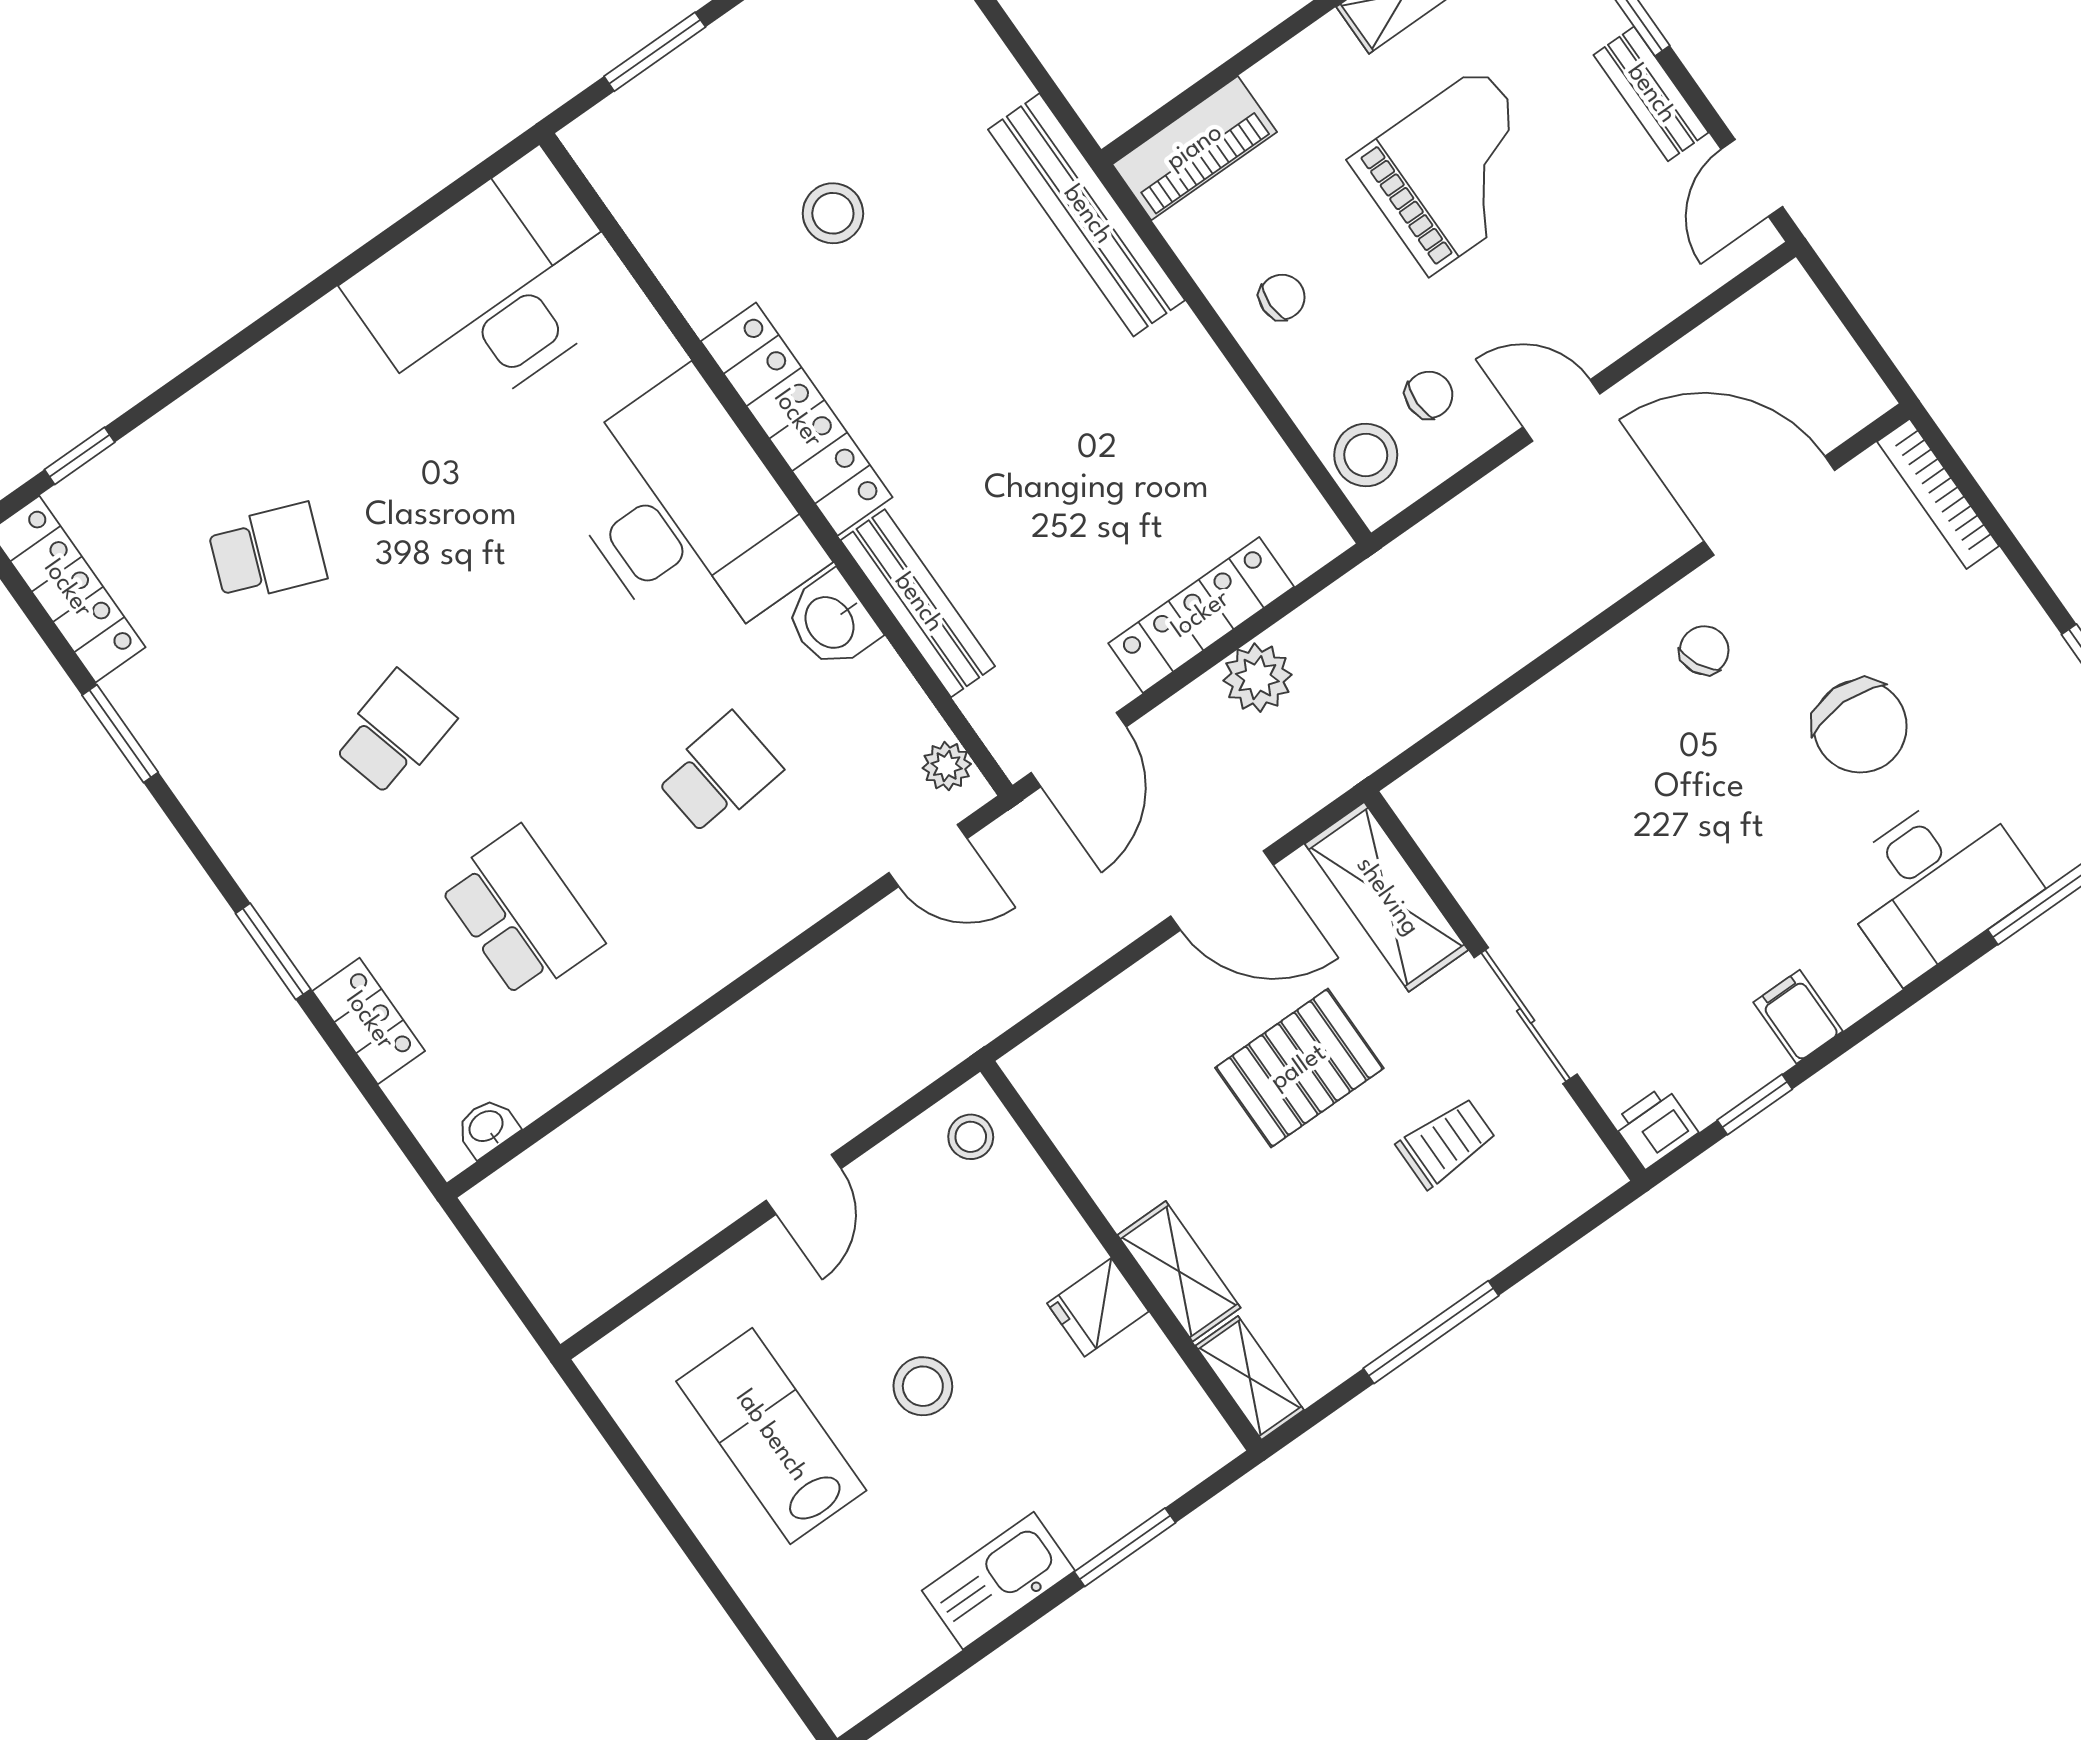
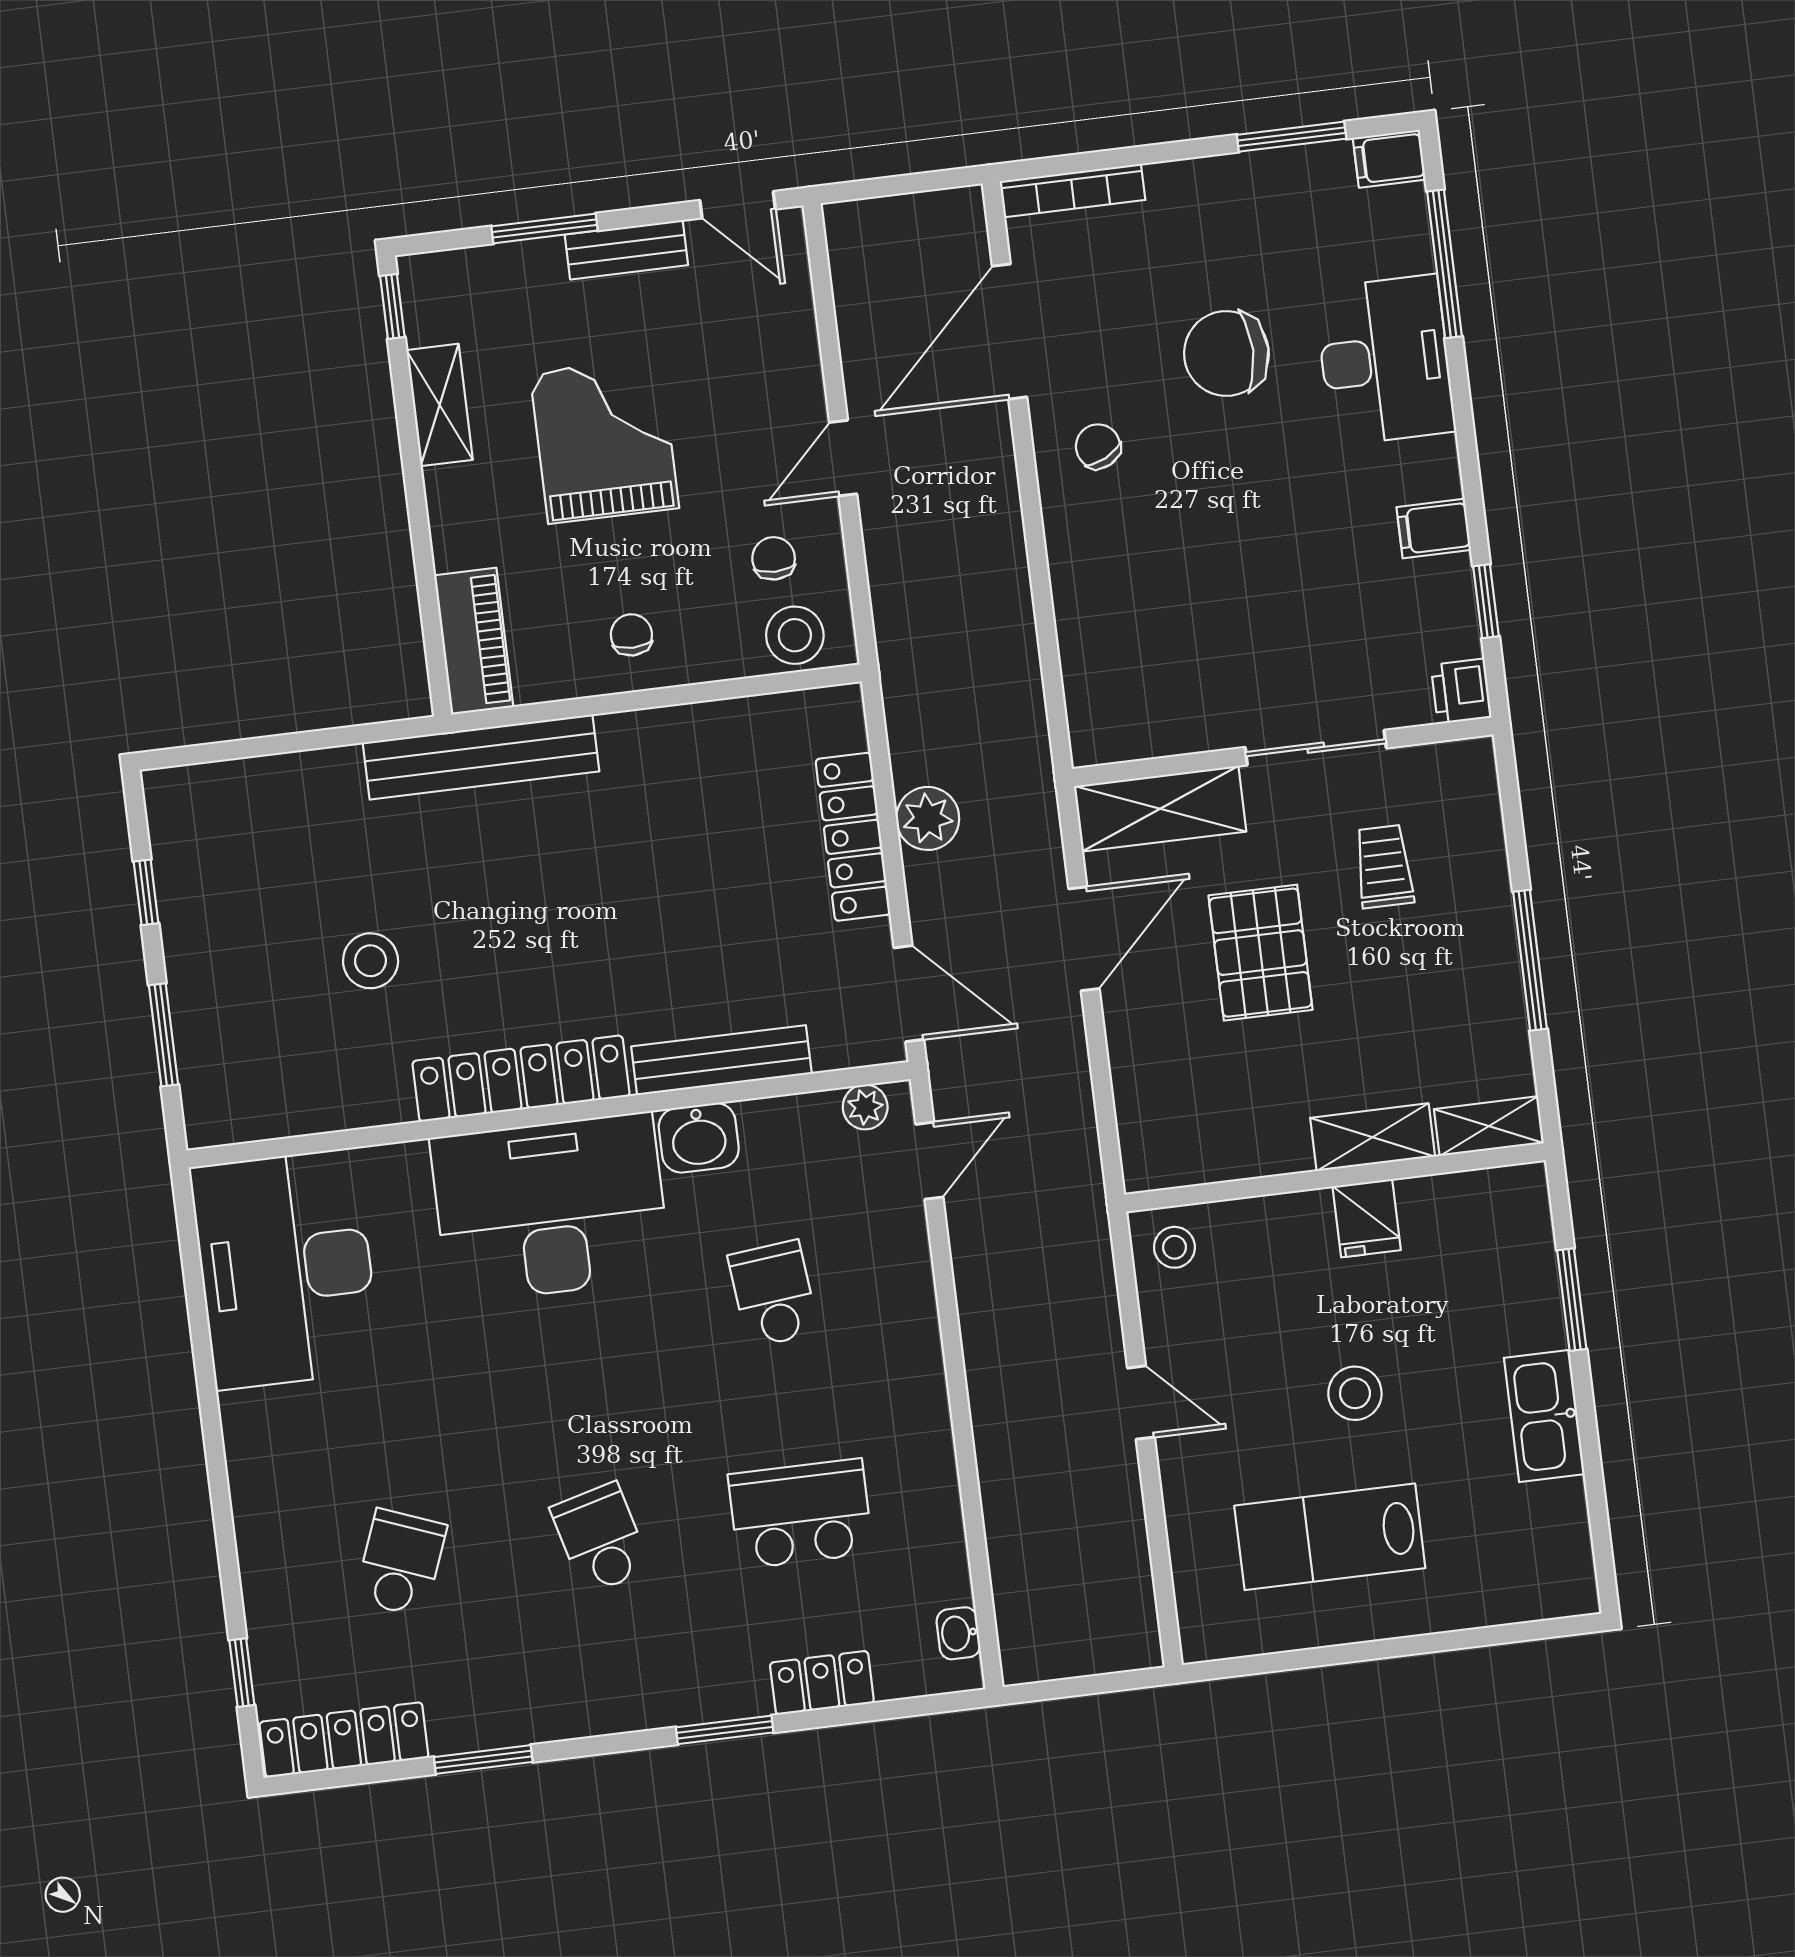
chair: (1860, 726) -> (1226, 353), turned 180

